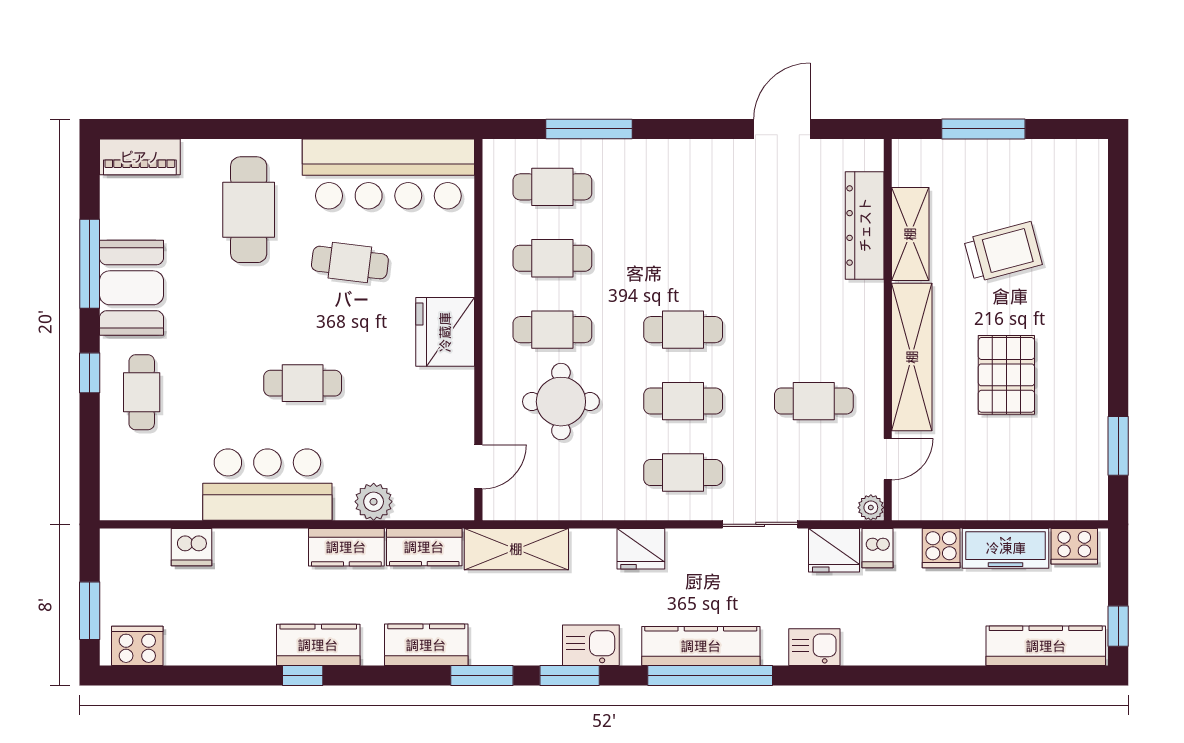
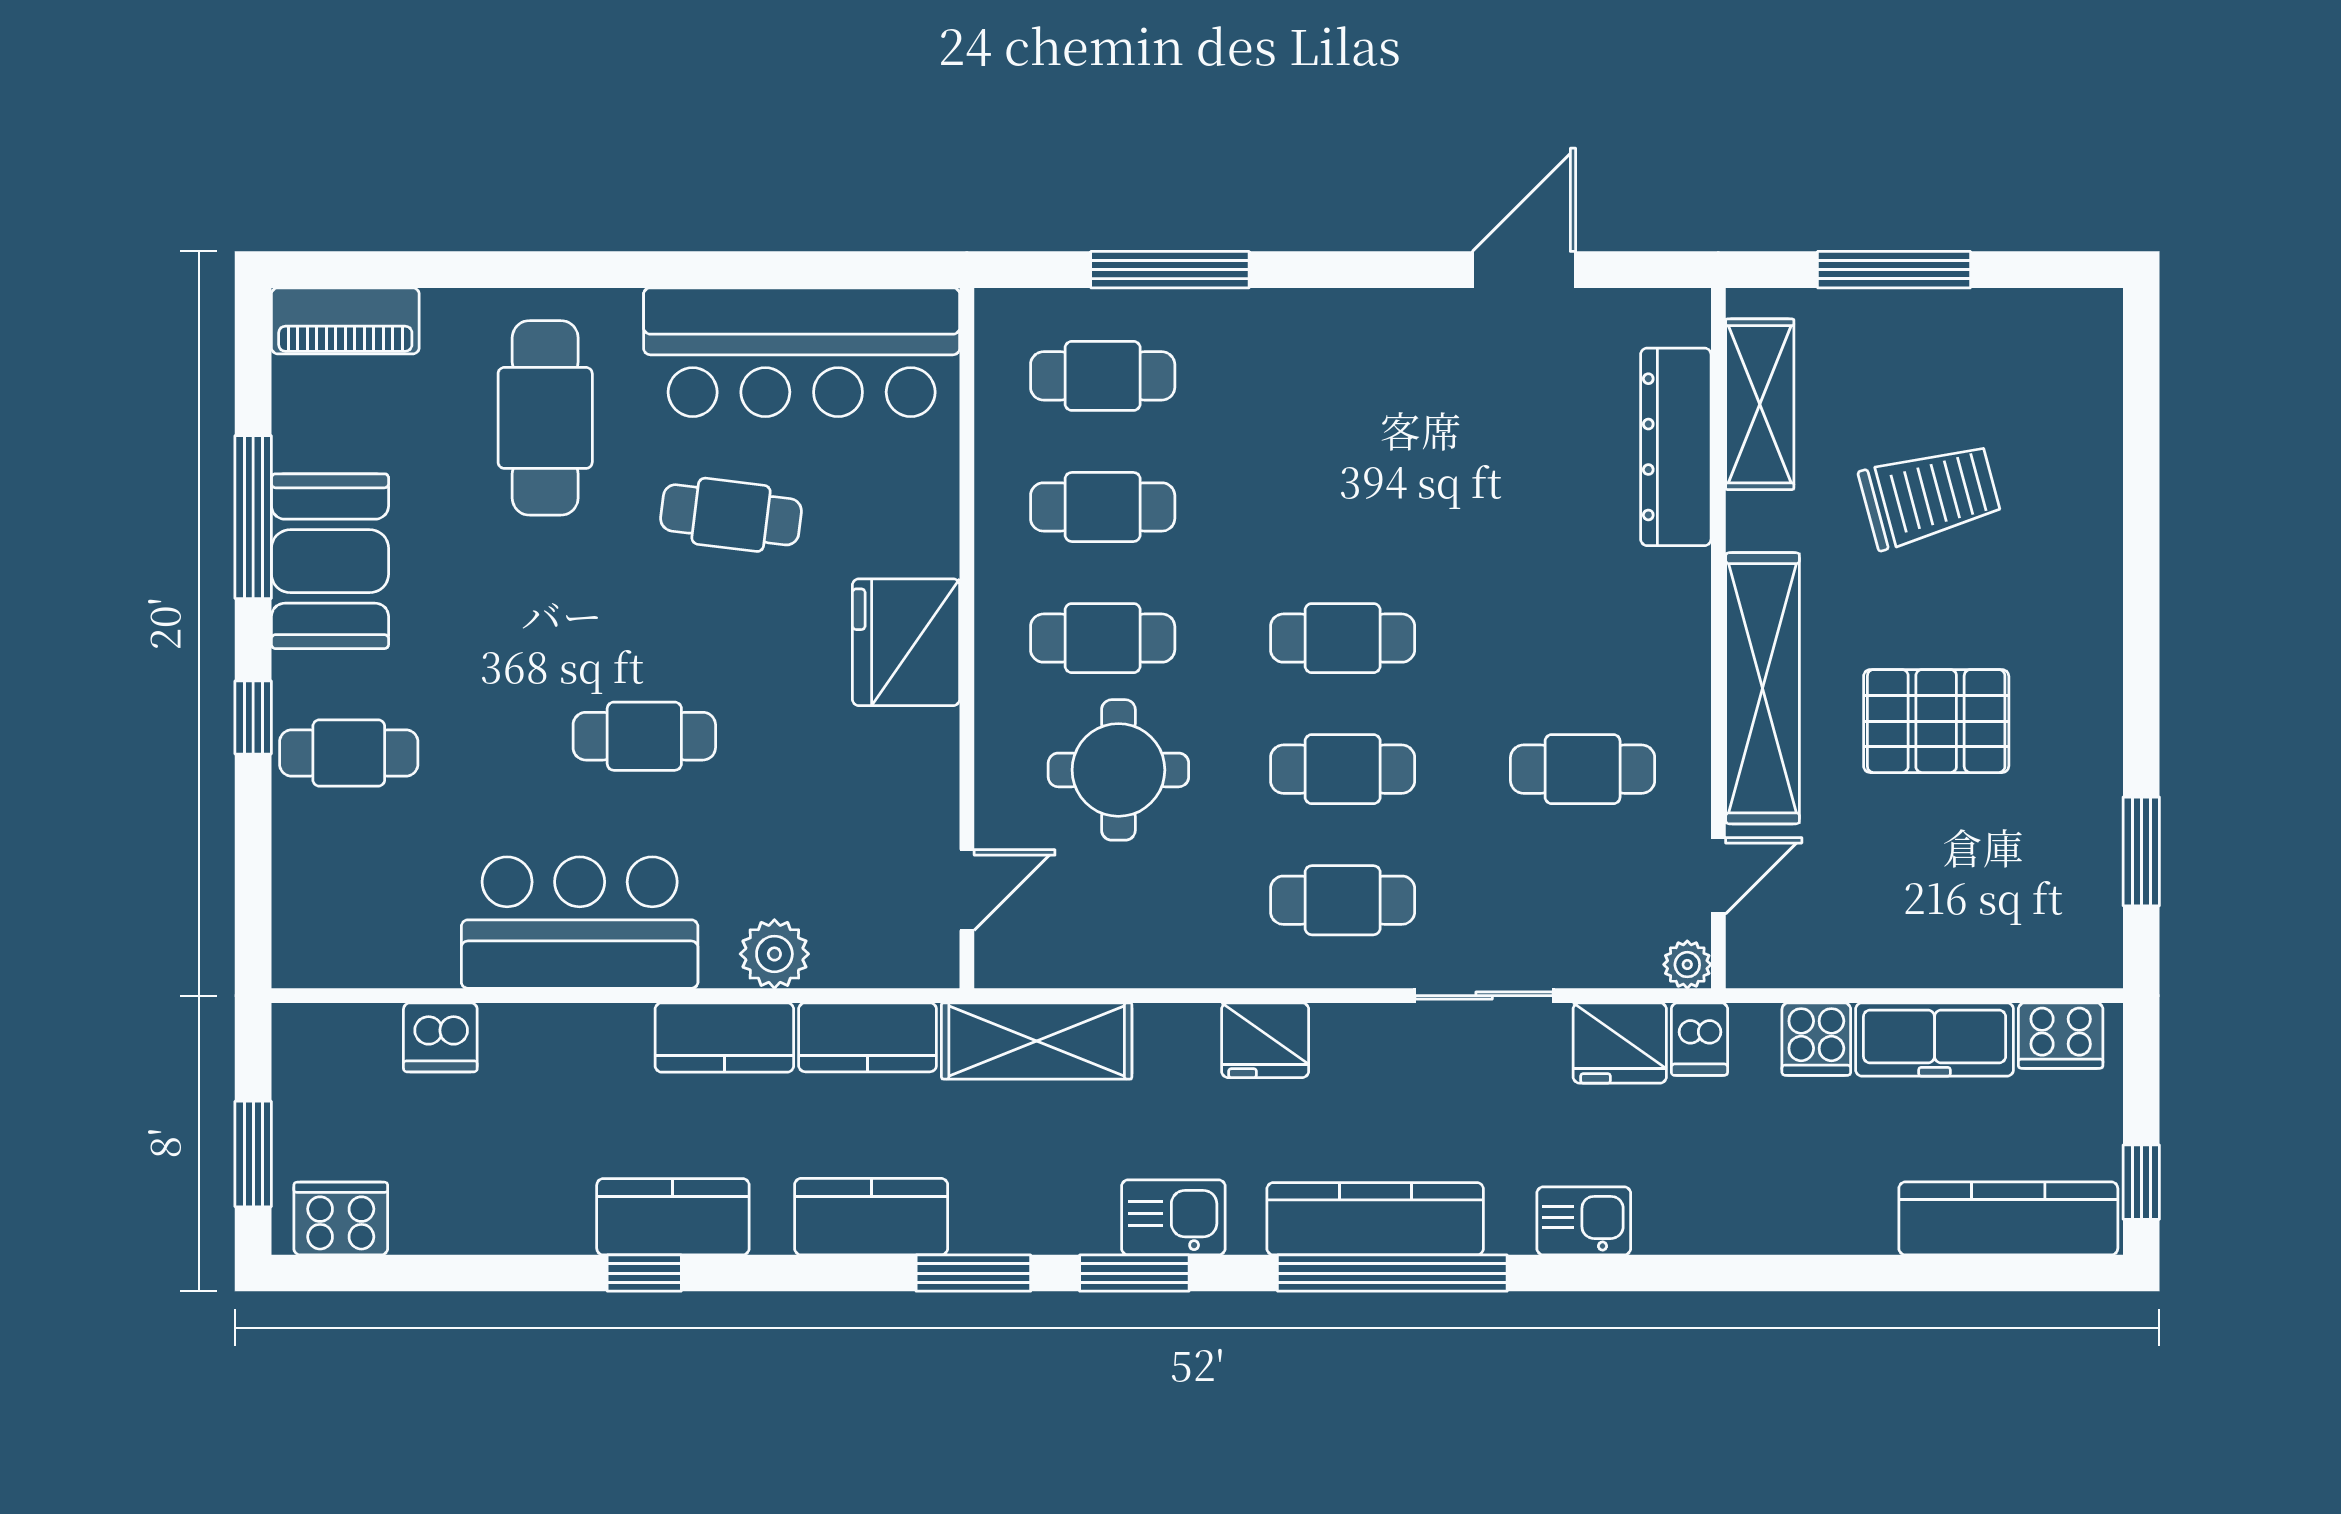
shelving: (910, 234) -> (1760, 404), moved
pallet: (1006, 375) -> (1936, 721), turned 90
cafe table: (142, 392) -> (349, 753), turned 90

